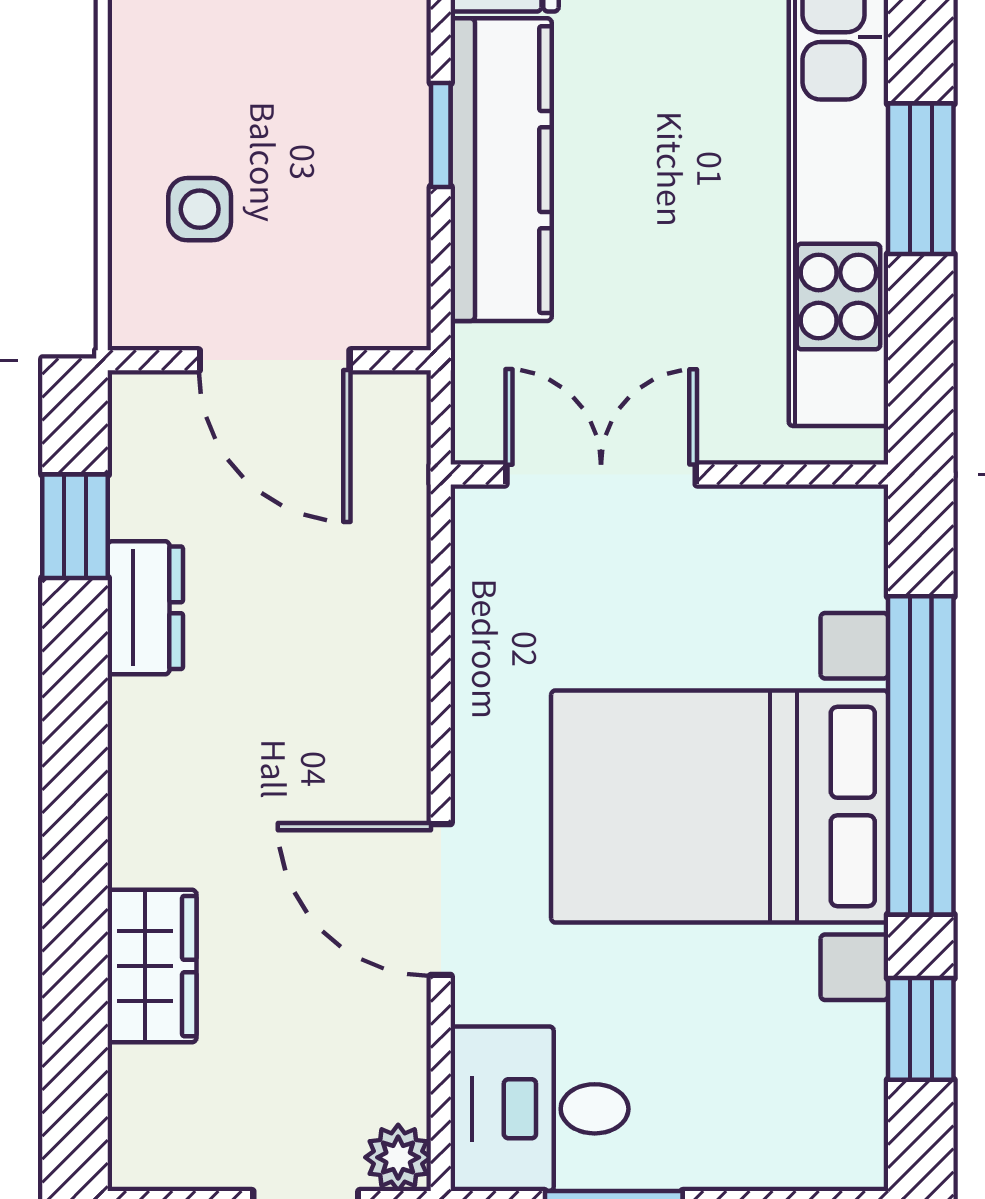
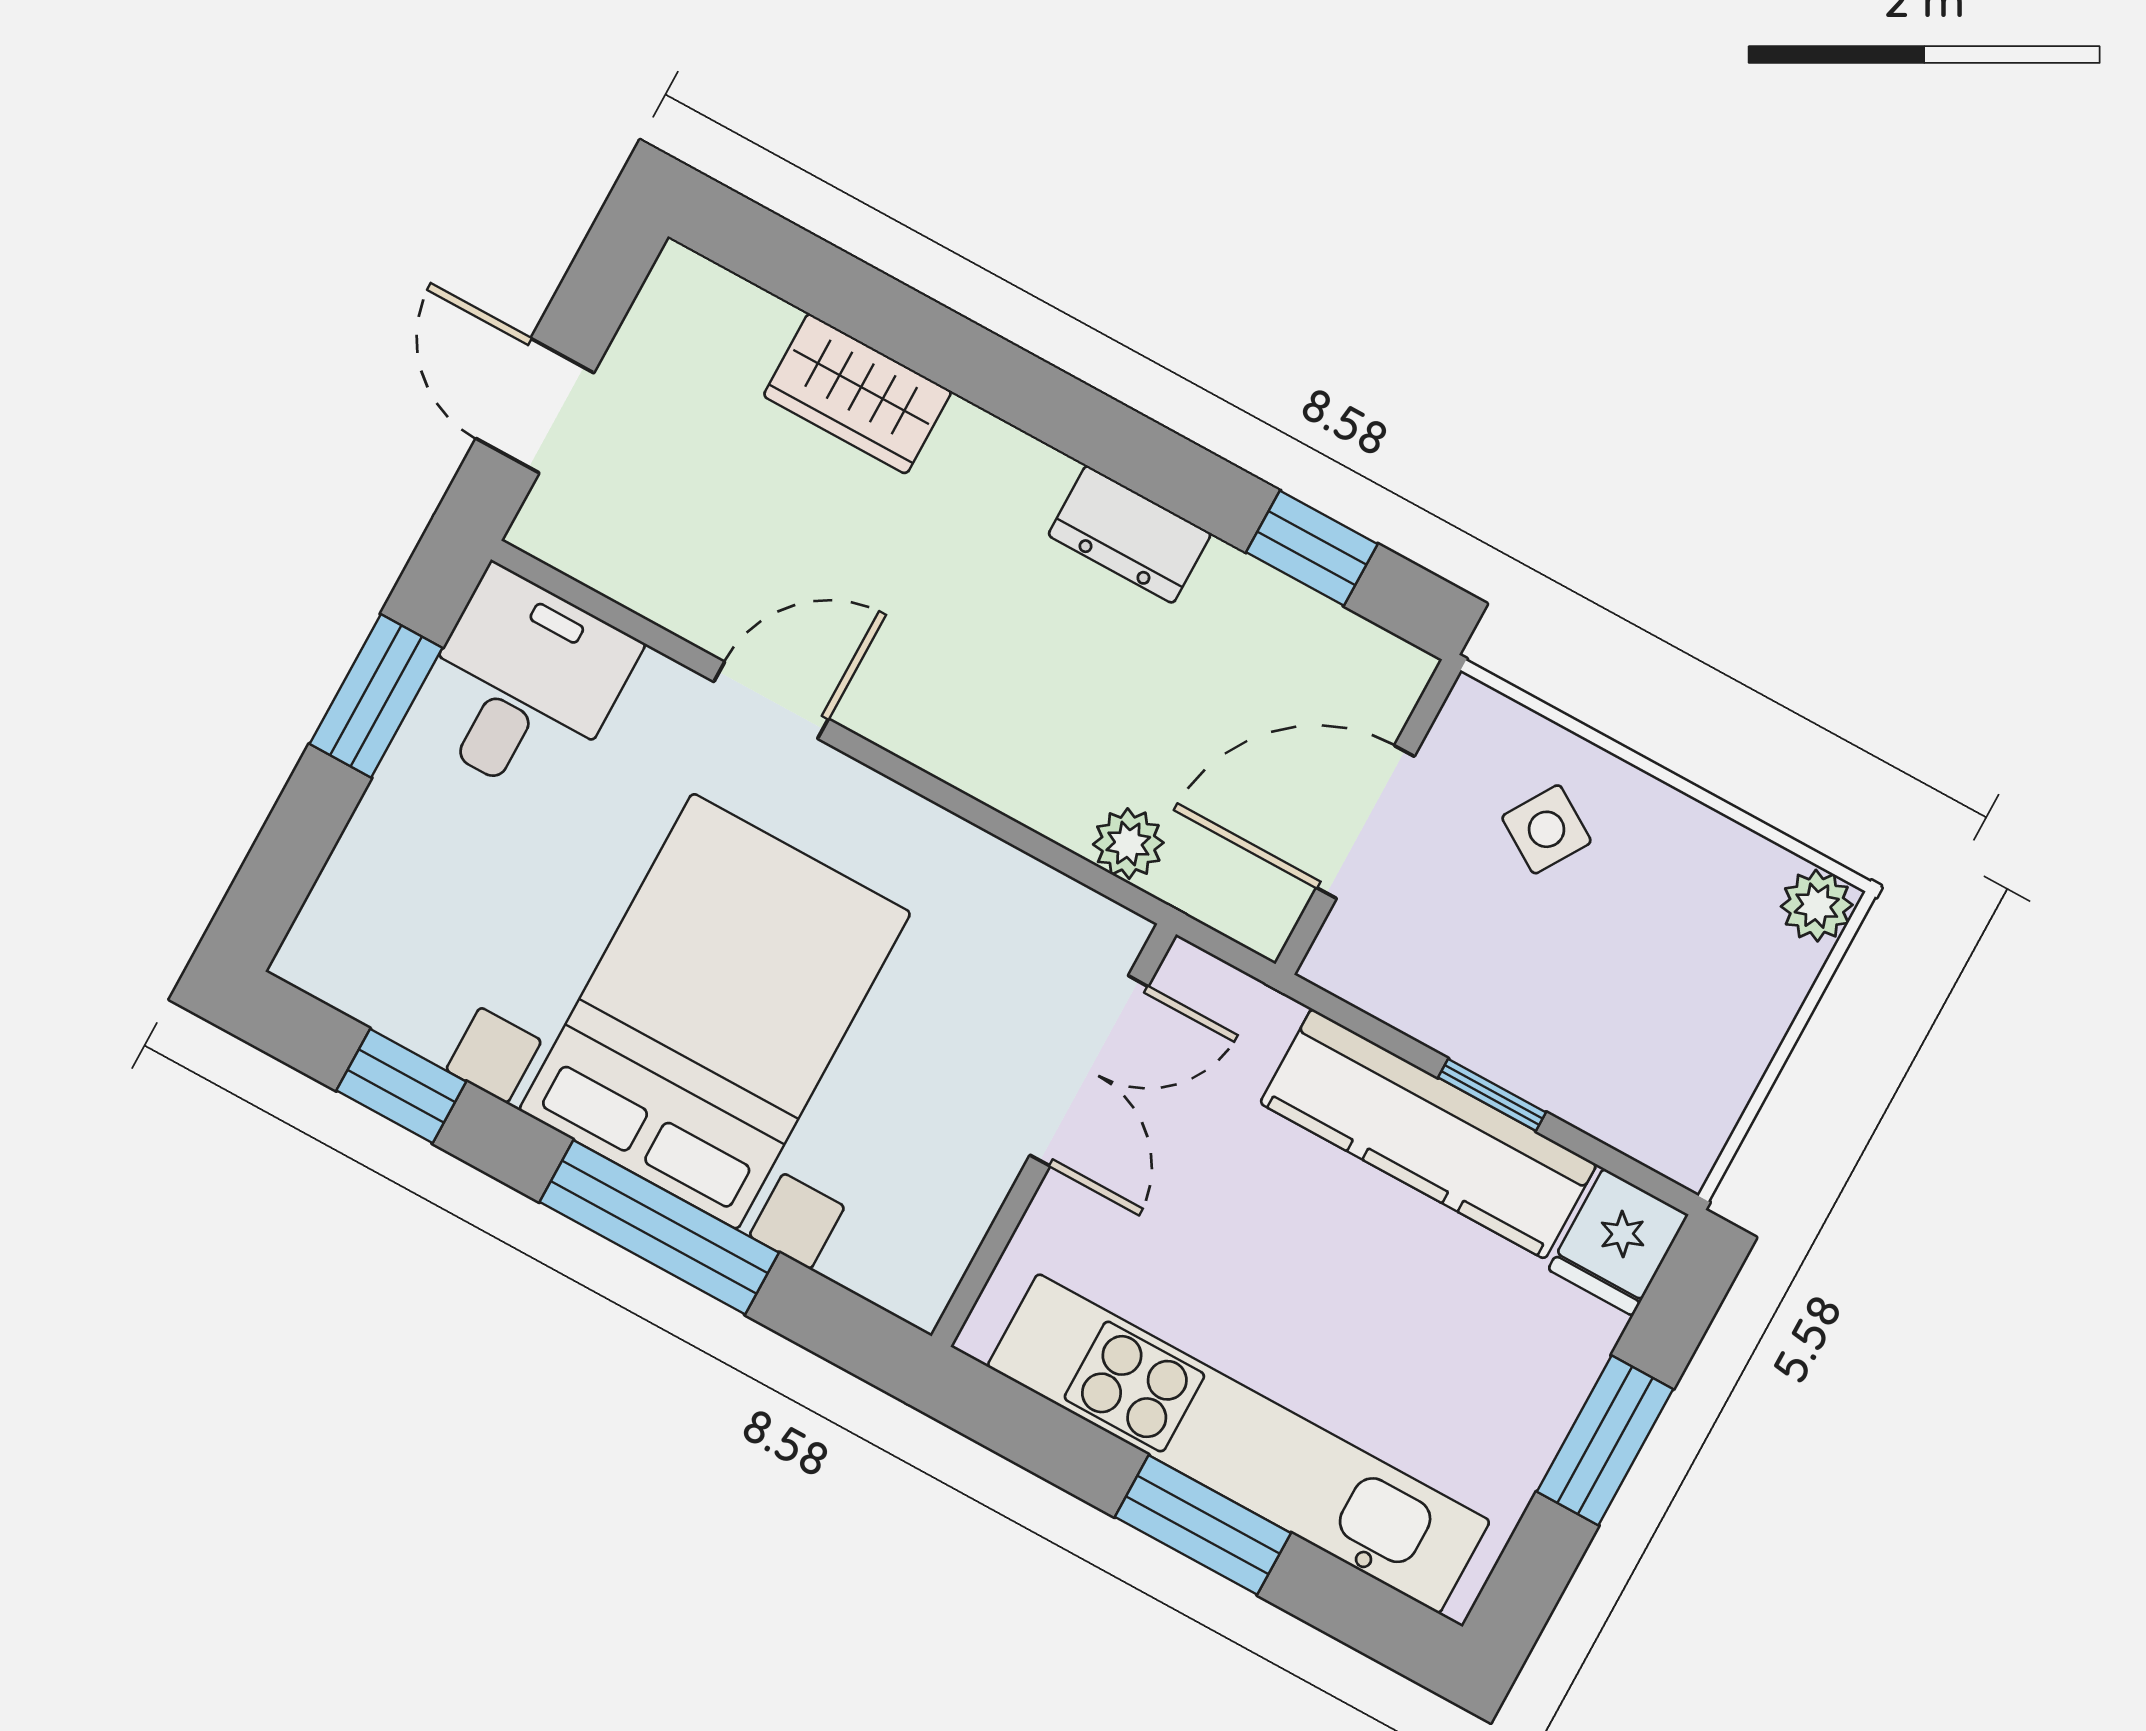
side table: (200, 209) -> (1546, 829), turned 32
dresser: (145, 608) -> (1130, 534), moved
window: (921, 755) -> (659, 1227), width x0.68
door: (441, 900) -> (771, 700), width x0.73
plant: (398, 1157) -> (1128, 844), moved

